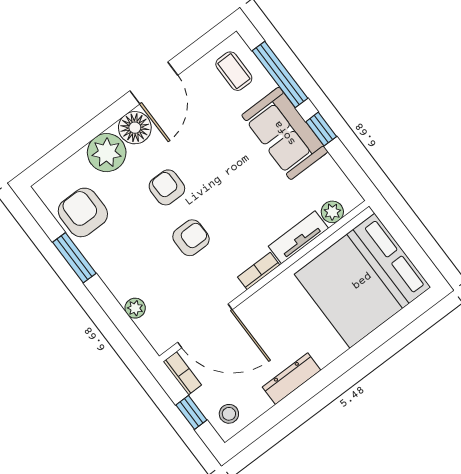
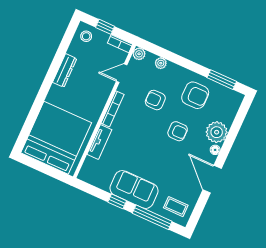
floor lamp: (135, 128) -> (215, 150), width x0.53, depth x0.53
armchair: (83, 212) -> (195, 95), moved
plant: (332, 212) -> (139, 54), moved
armchair: (191, 238) -> (155, 100), moved, turned 90
window: (74, 258) -> (222, 80), moved
bookcase: (259, 271) -> (113, 109), width x1.56
door: (205, 326) -> (122, 73), width x0.53

